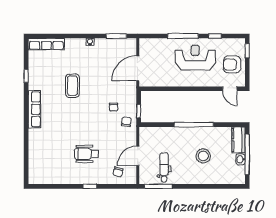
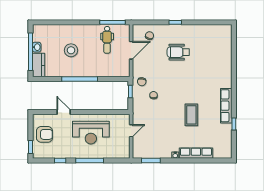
row of seats: (46, 44) -> (196, 153), moved
reception desk: (195, 58) -> (91, 133), moved
door: (138, 68) -> (131, 131), width x0.53
door: (230, 89) -> (64, 112), moved
row of seats: (34, 109) -> (226, 106), moved
wheelchair: (87, 154) -> (178, 52), turned 180

